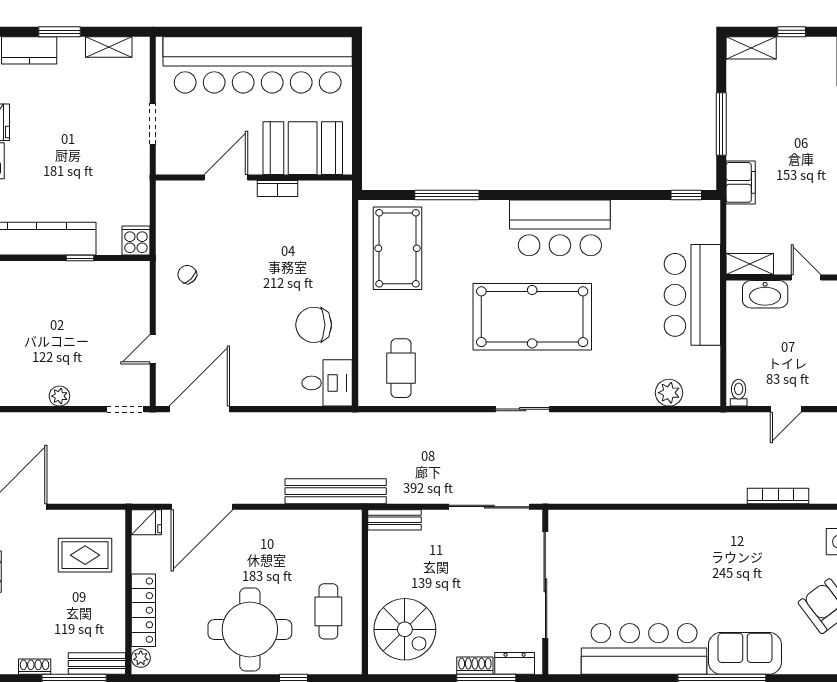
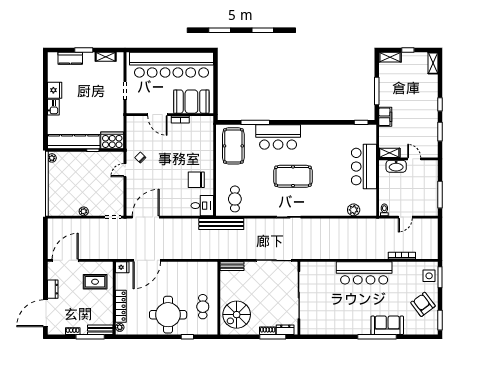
door: (226, 178) -> (157, 115), swing flipped
bar counter: (560, 228) -> (278, 137), moved
cooker: (136, 240) -> (112, 140), width x1.87, depth x1.31
pool table: (532, 317) -> (293, 176), width x0.73, depth x0.76
door: (153, 349) -> (125, 170), moved
bench: (336, 491) -> (221, 224), moved
spiral stairs: (405, 629) -> (237, 315), turned 90
bar counter: (644, 649) -> (364, 273), moved, turned 180

